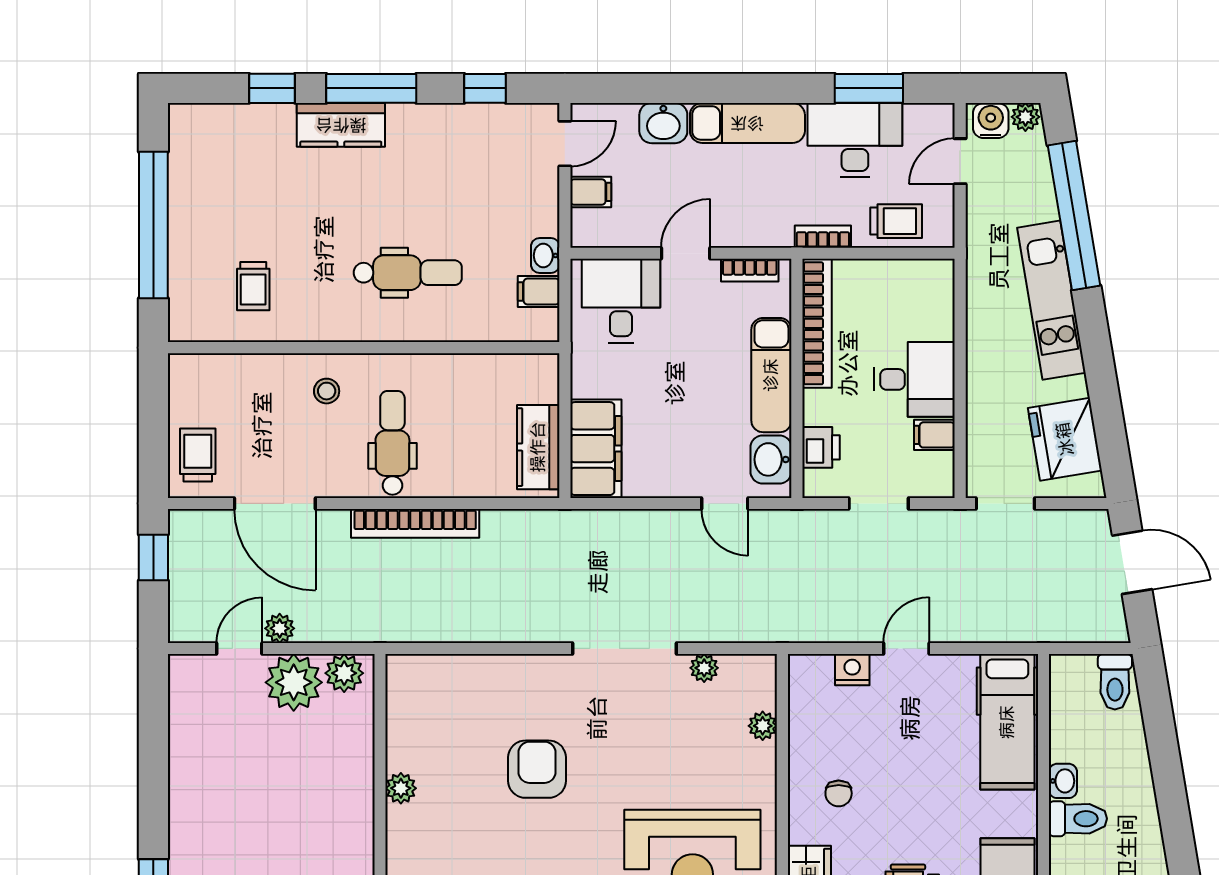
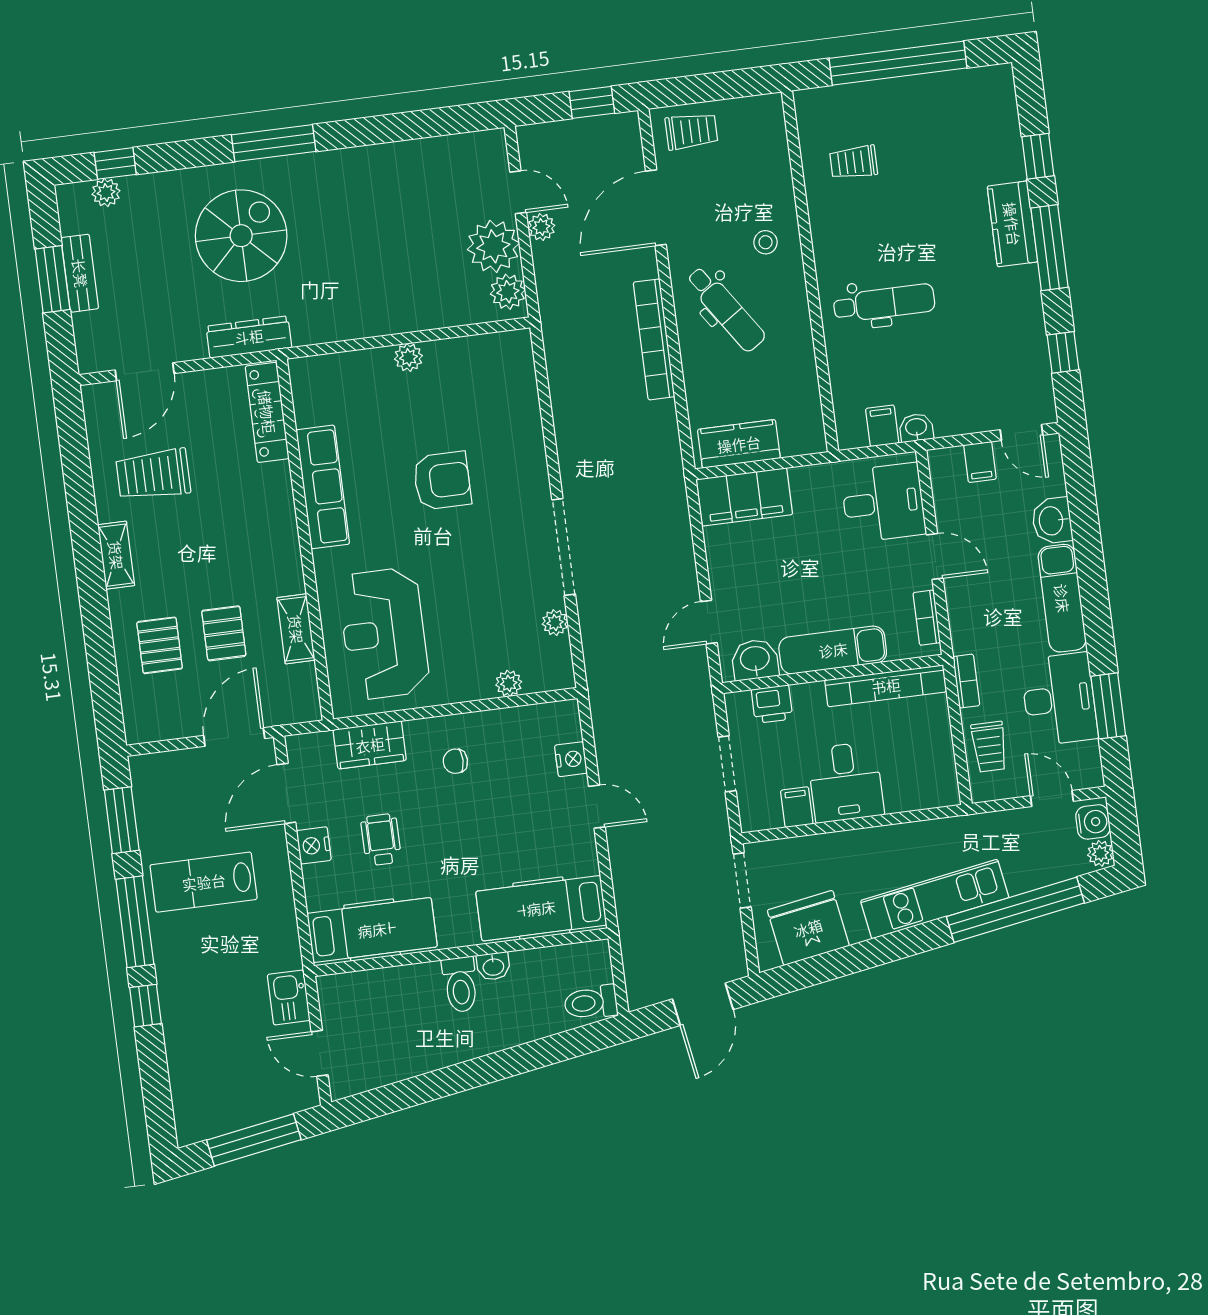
dental chair: (408, 273) -> (884, 303), turned -90
dental chair: (392, 443) -> (726, 309), turned 56

